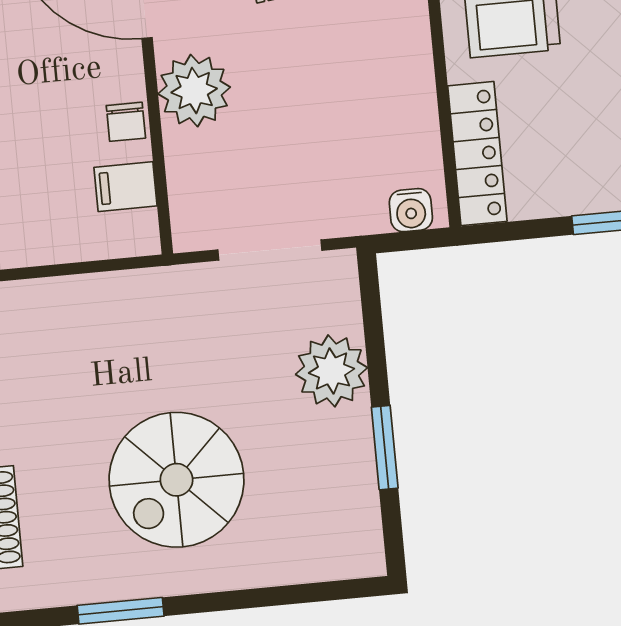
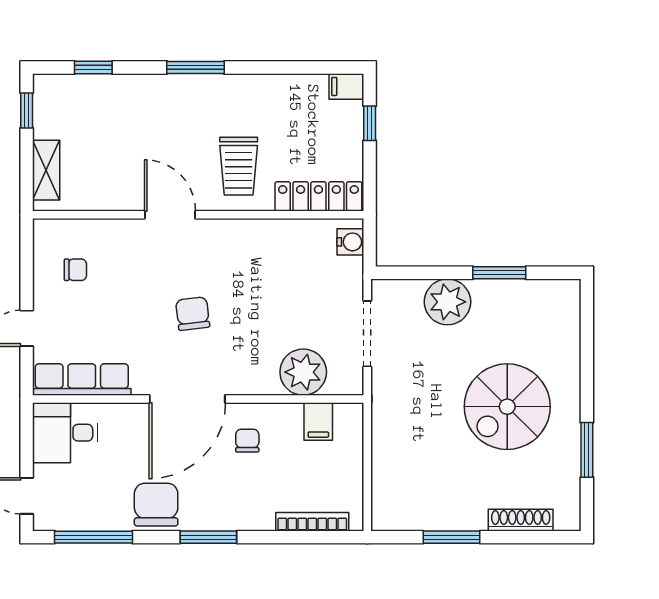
plant: (194, 91) -> (303, 372), moved
chair: (126, 122) -> (247, 441), moved, turned -90
spiral stairs: (176, 480) -> (507, 407), turned 90

